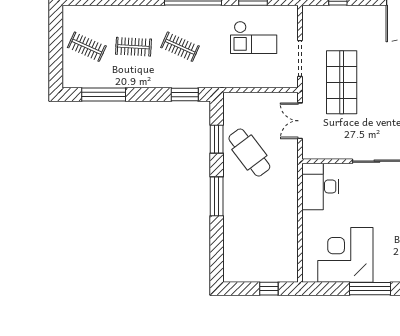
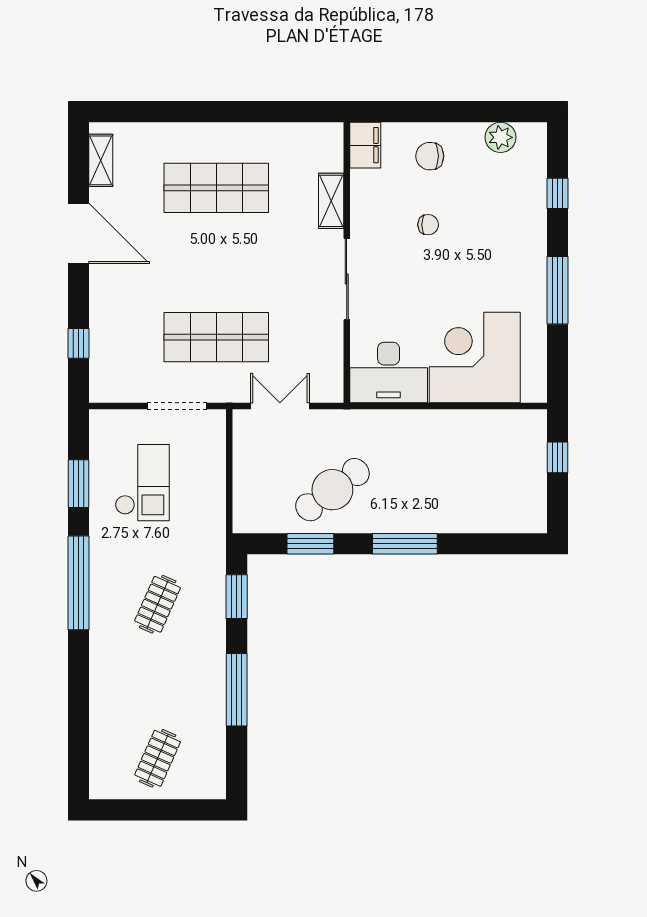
clothes rail: (133, 47) -> (158, 681), removed
window: (104, 95) -> (237, 690), moved
double door: (300, 121) -> (280, 406), swing flipped
corner desk: (345, 255) -> (475, 357), moved, turned 90

